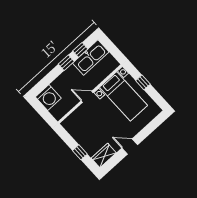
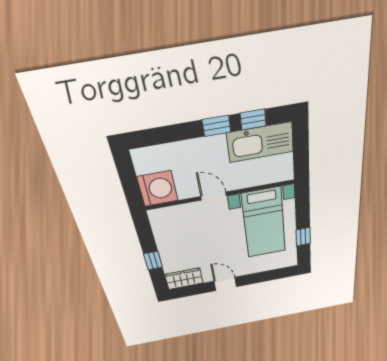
window: (143, 82) -> (303, 237), moved
washing machine: (48, 98) -> (158, 189), moved, turned -90

